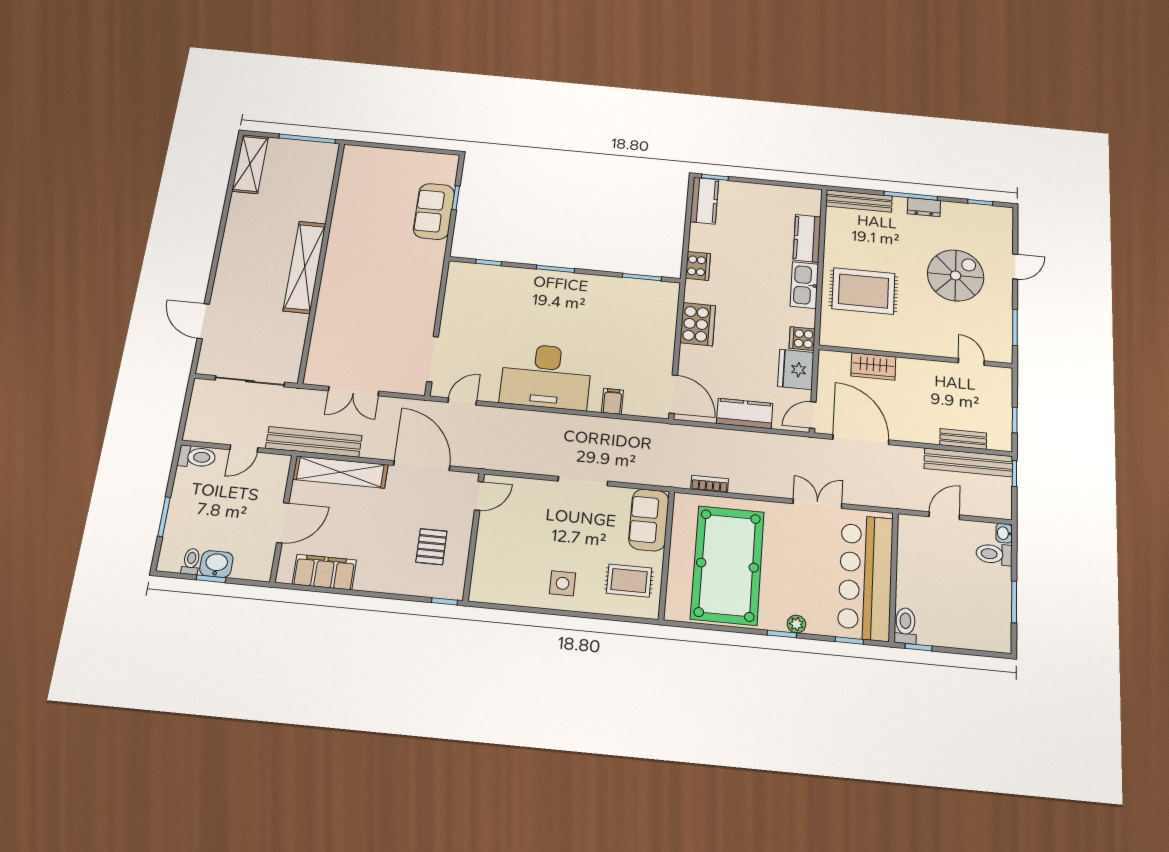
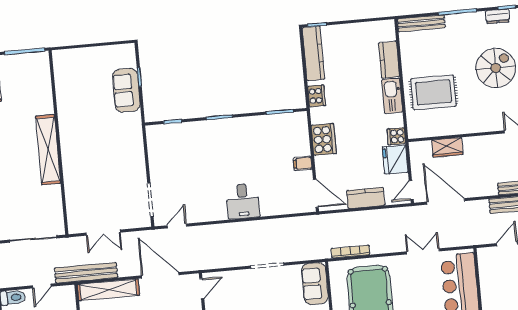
kitchen counter: (704, 201) -> (314, 53), width x1.50
dresser: (924, 207) -> (497, 16), moved
desk: (546, 376) -> (243, 201), width x0.53, depth x0.77
filing cabinet: (612, 401) -> (303, 163), moved, turned -90
bookcase: (710, 484) -> (350, 252), width x1.56

